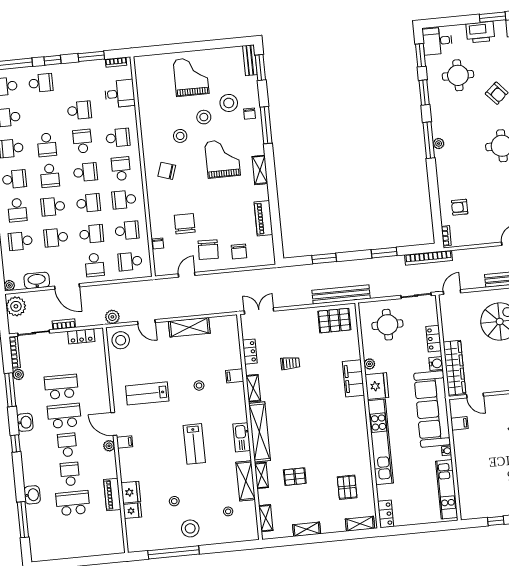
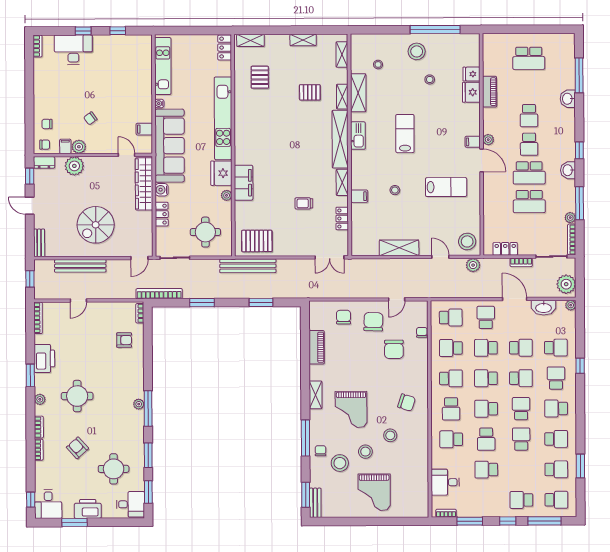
school desk: (73, 503) -> (529, 58), moved

